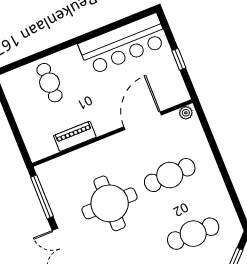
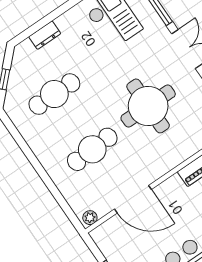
door: (143, 121) -> (133, 199), hinge flipped

